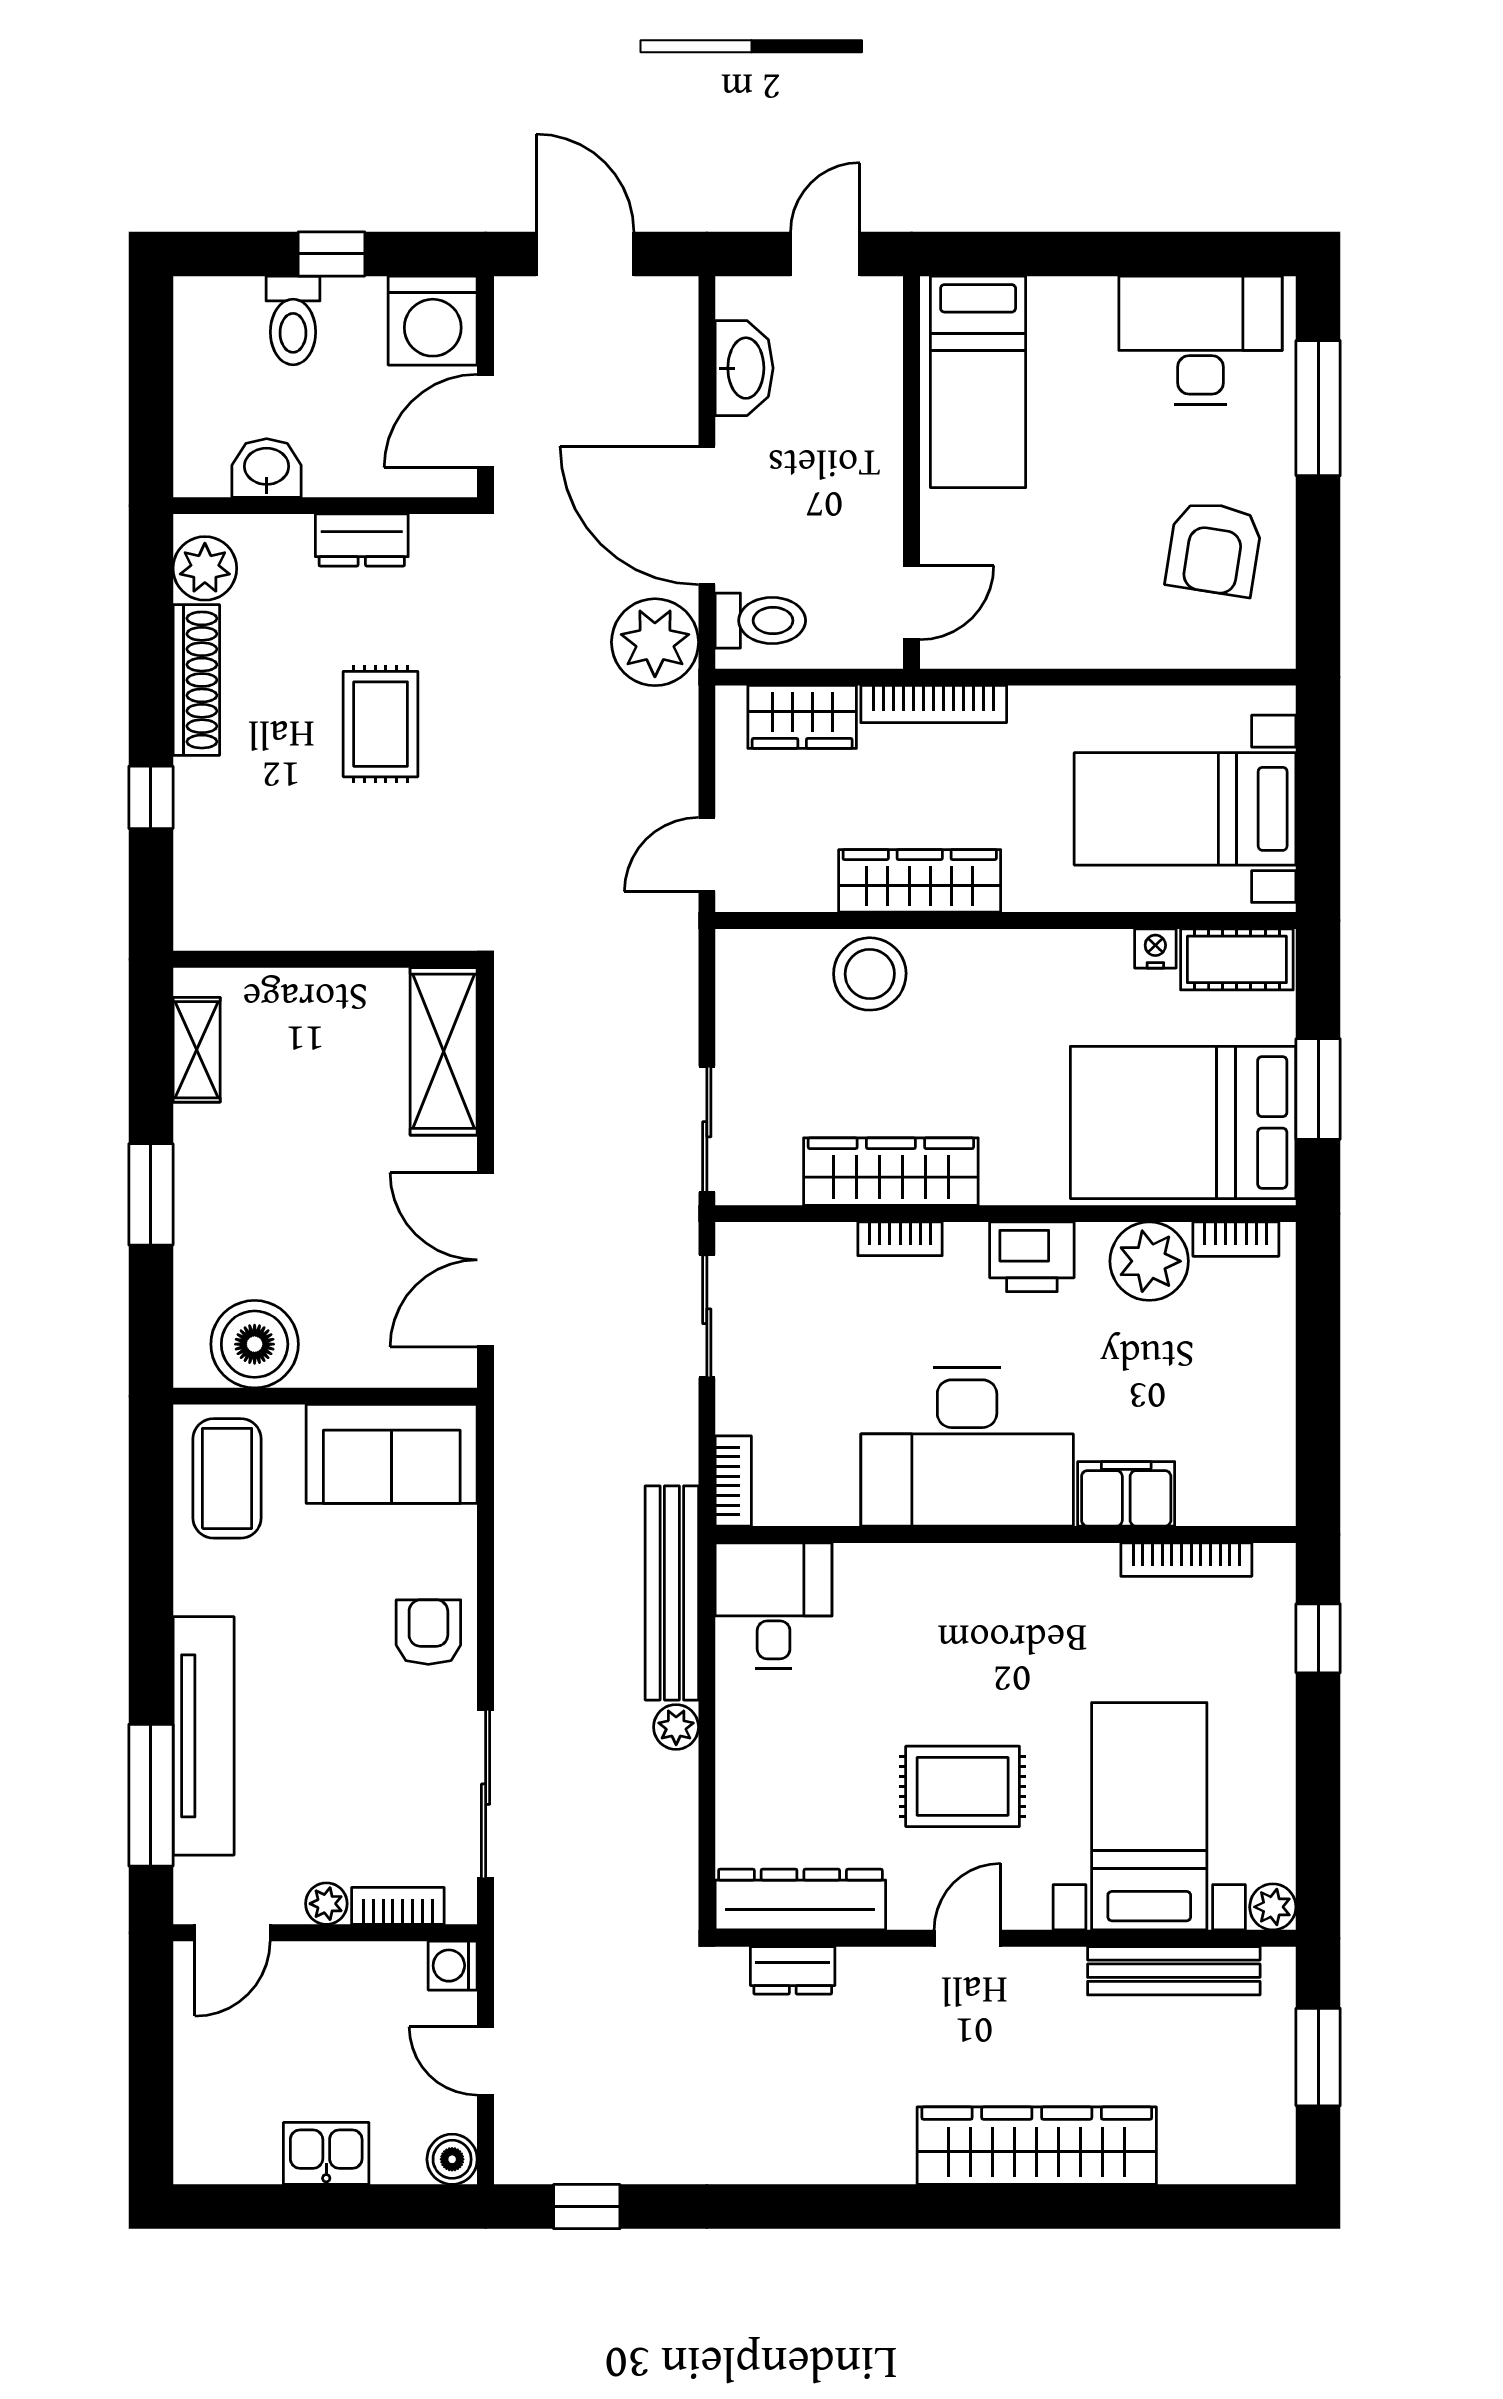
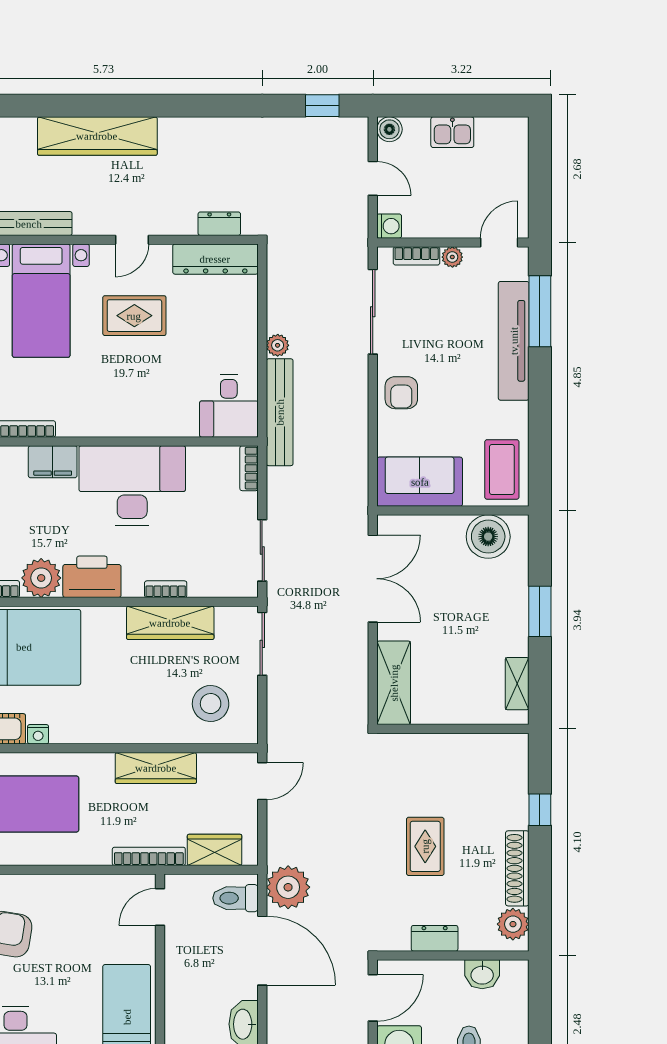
stool: (870, 974) -> (211, 704), moved
printer: (1032, 1257) -> (92, 577), width x1.37, depth x1.19

